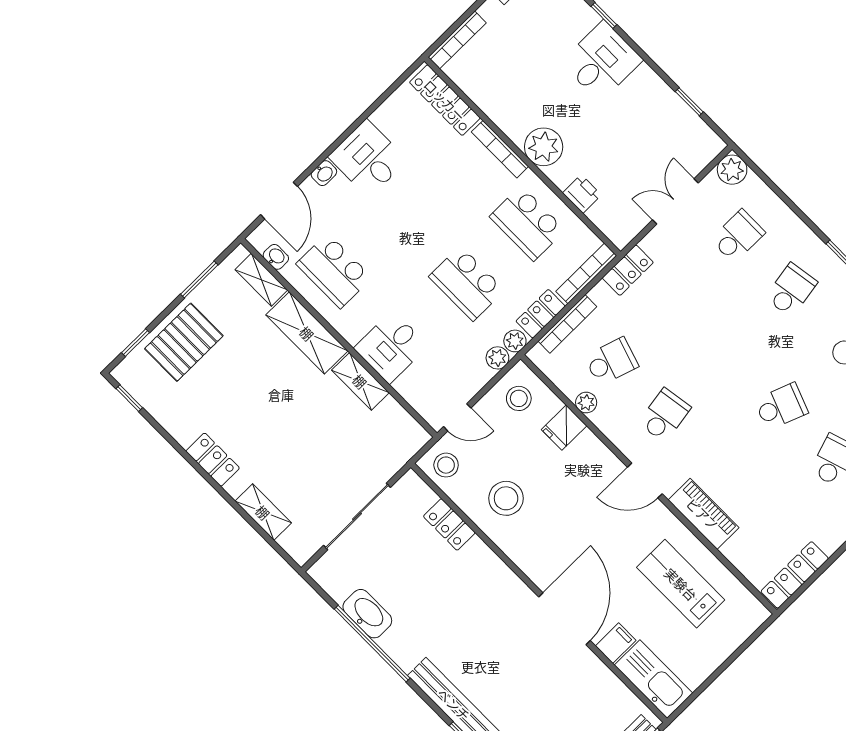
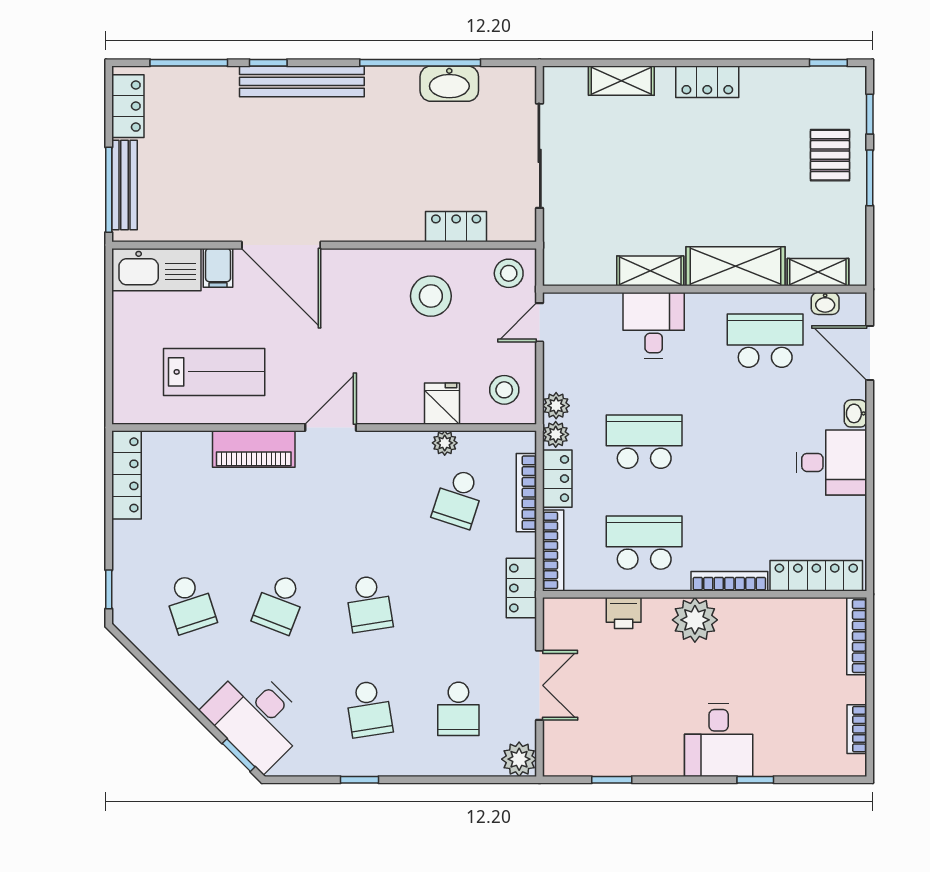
window: (199, 279) -> (870, 178), moved
pallet: (184, 342) -> (830, 155), width x0.67, depth x0.71
school desk: (665, 415) -> (369, 604), moved

